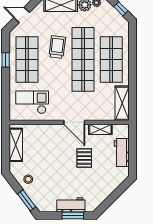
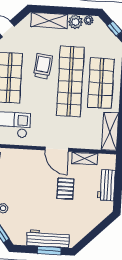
workbench: (71, 205) -> (48, 239), width x1.38

